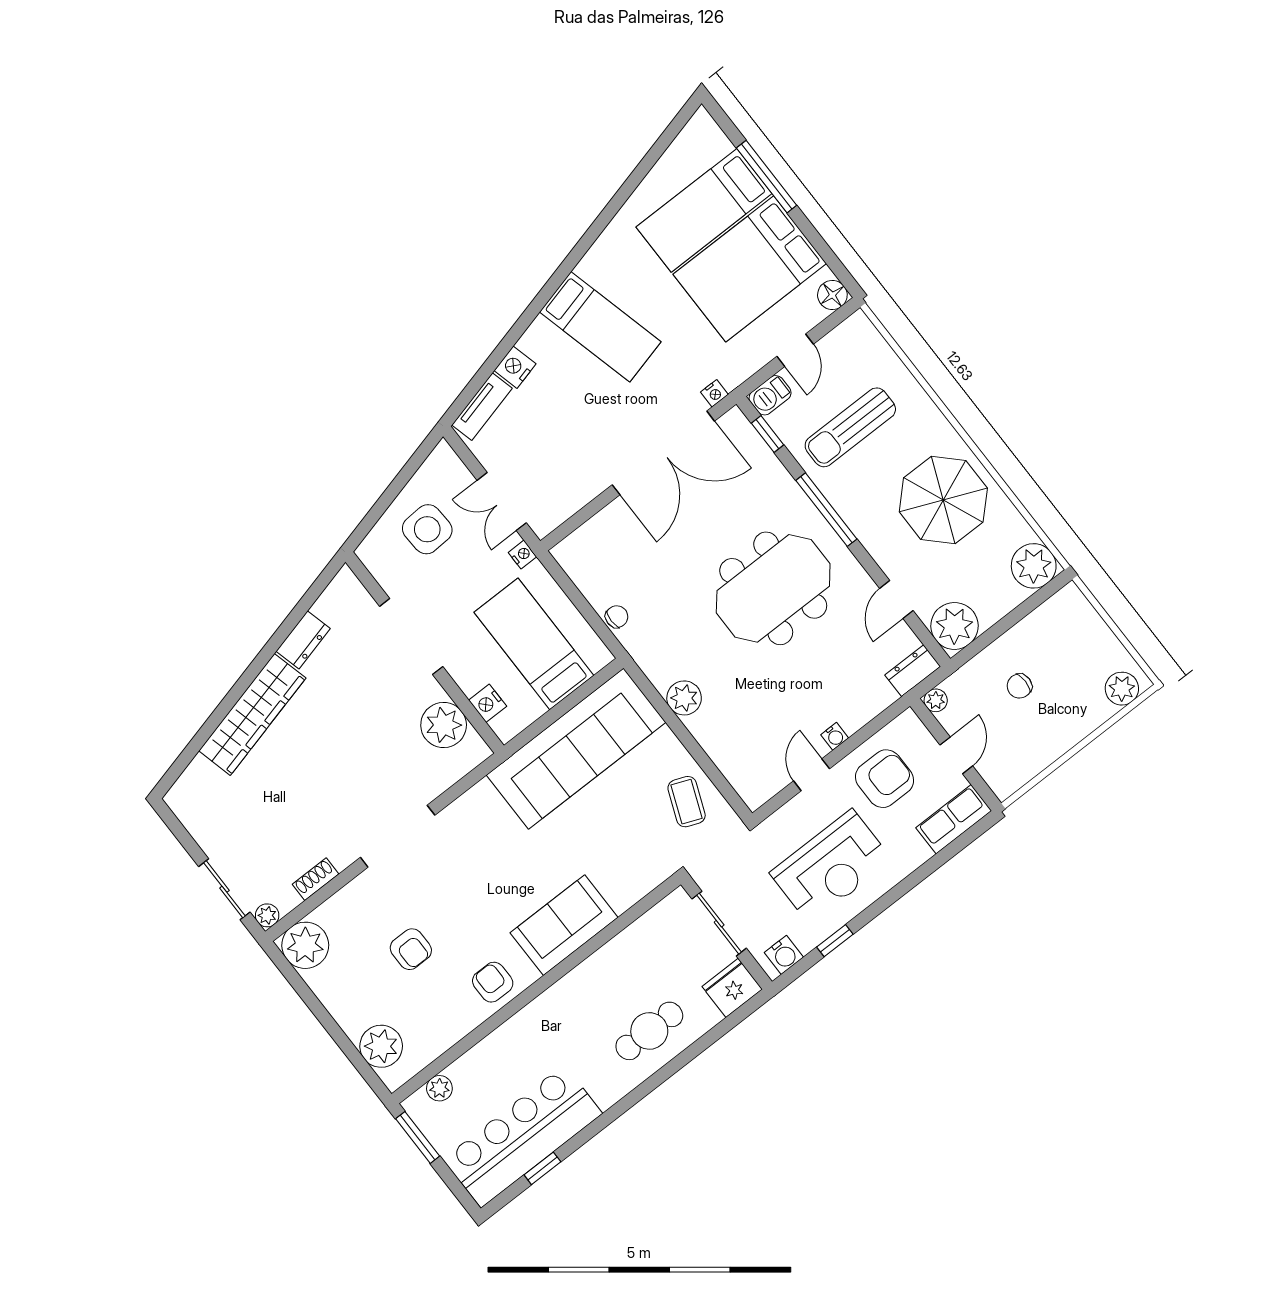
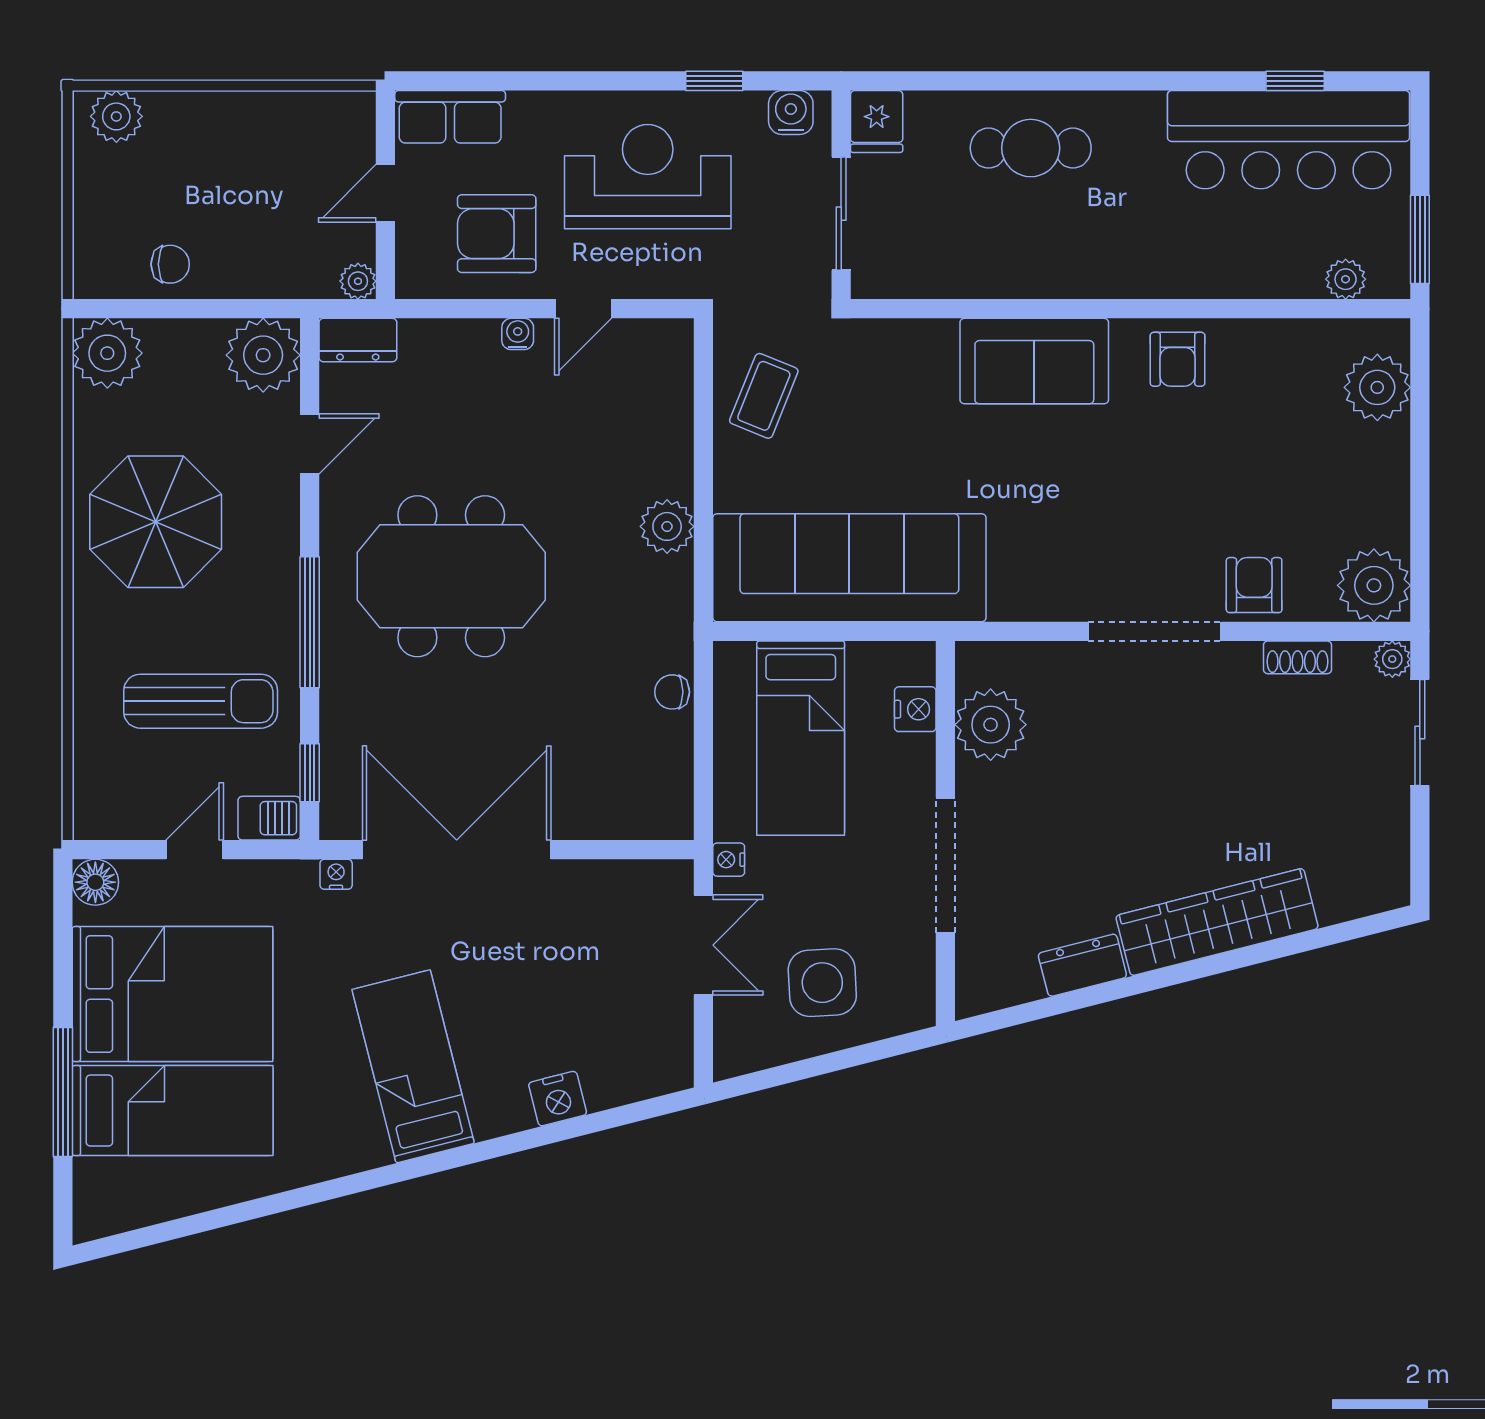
tv unit: (482, 407) -> (636, 1082), removed
chair: (1019, 686) -> (170, 264), moved
armchair: (411, 949) -> (1254, 585), moved
fridge: (732, 988) -> (877, 122), width x0.72

